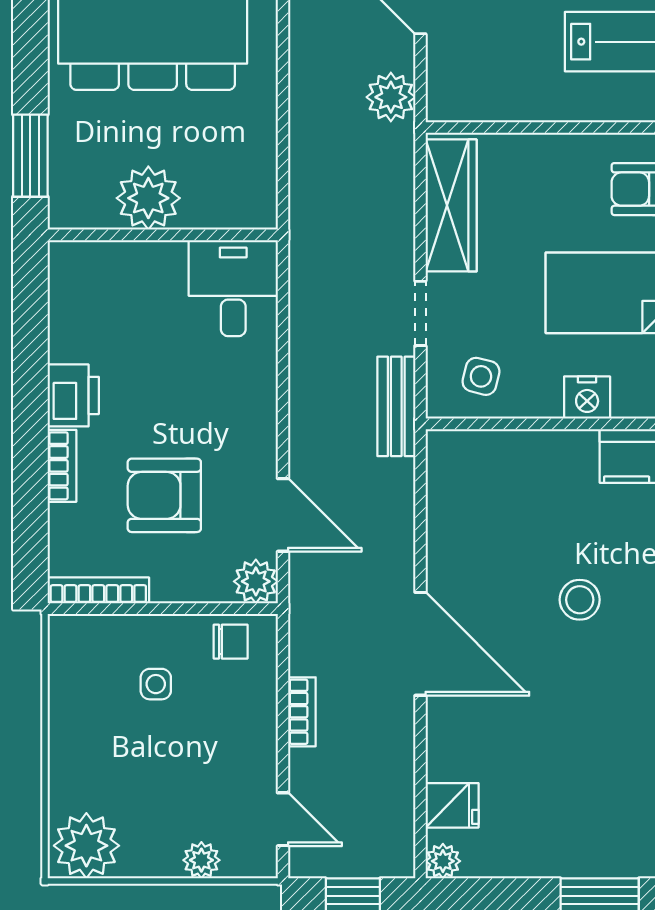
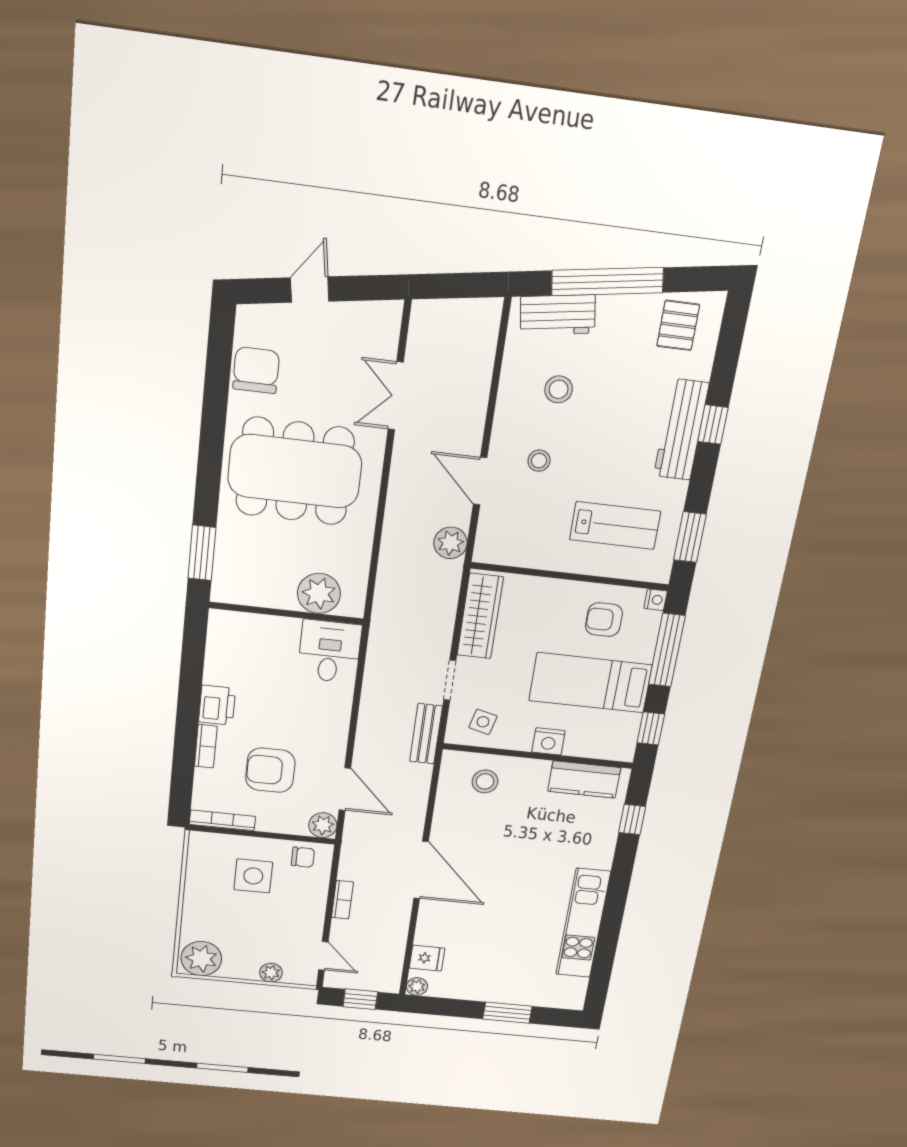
plant: (148, 198) -> (319, 593), moved
stool: (580, 600) -> (485, 781), moved
side table: (156, 684) -> (253, 876), width x1.87, depth x1.87

